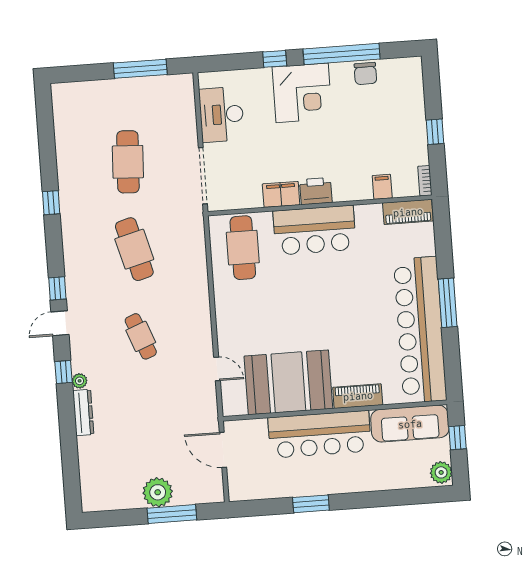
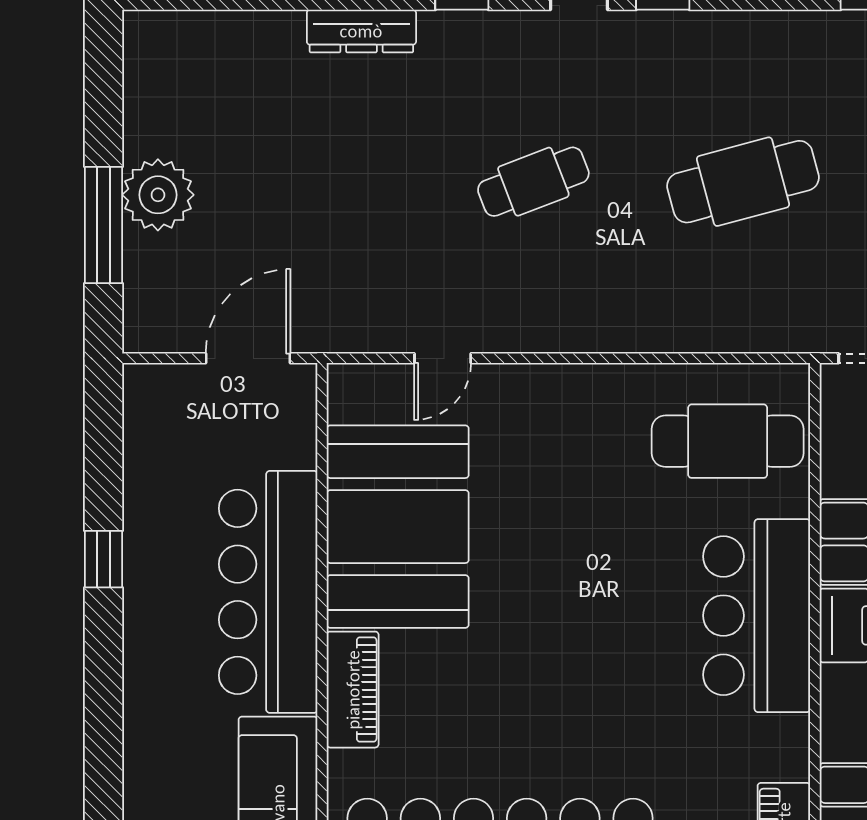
plant: (80, 381) -> (438, 28), removed
window: (311, 504) -> (104, 559), width x0.67

